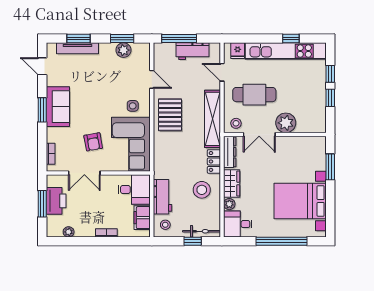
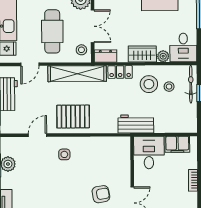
corner sofa: (131, 144) -> (103, 156), removed
dresser: (230, 152) -> (105, 56), width x0.70
workbench: (163, 197) -> (136, 124), moved
stool: (165, 225) -> (169, 87), moved

